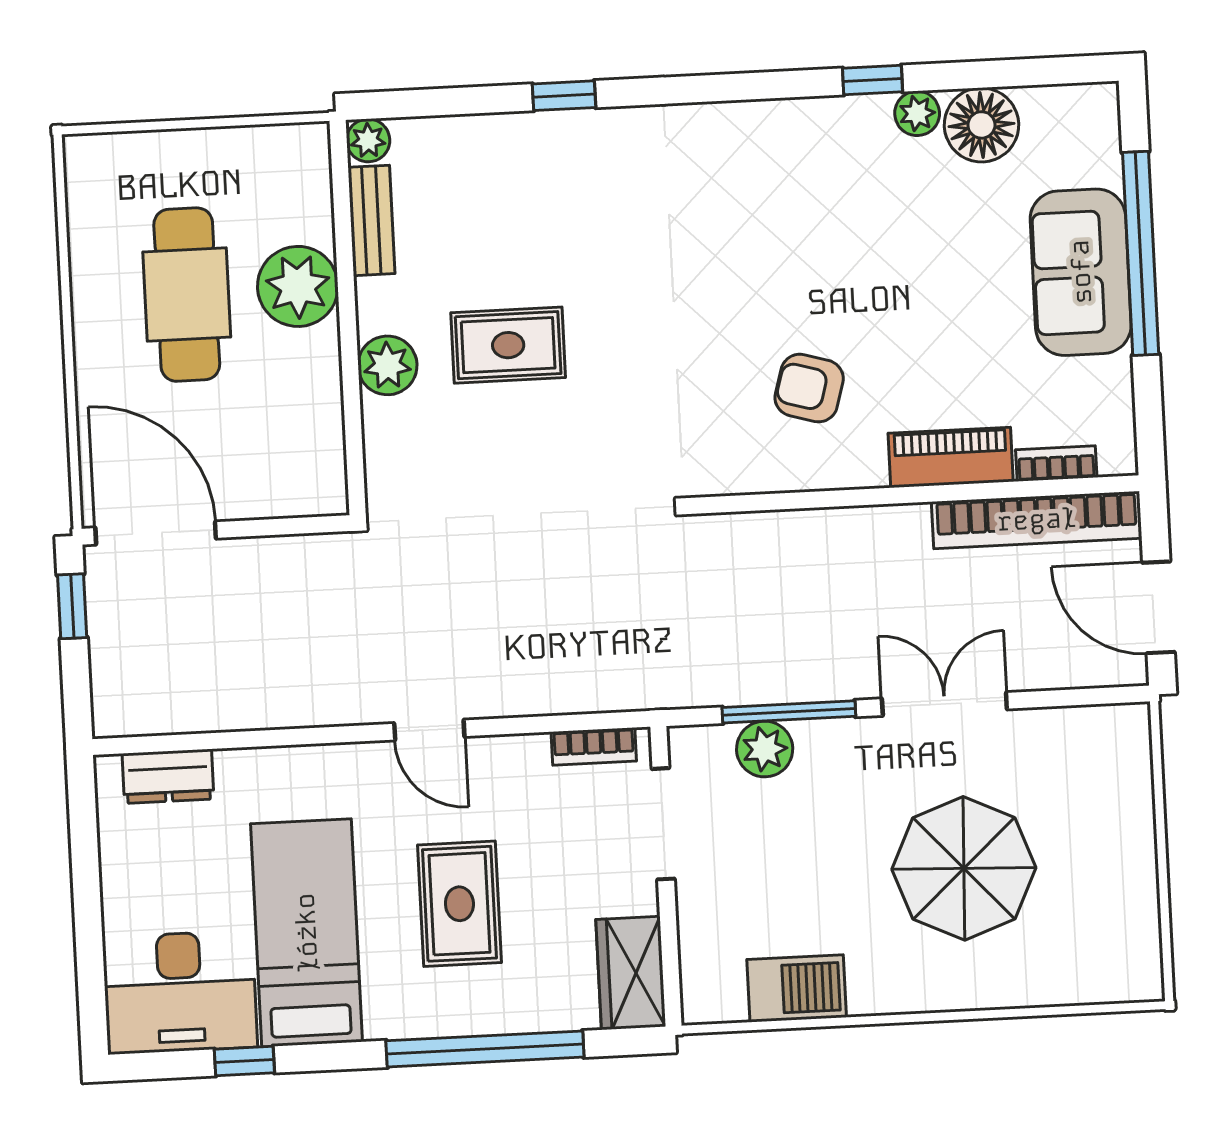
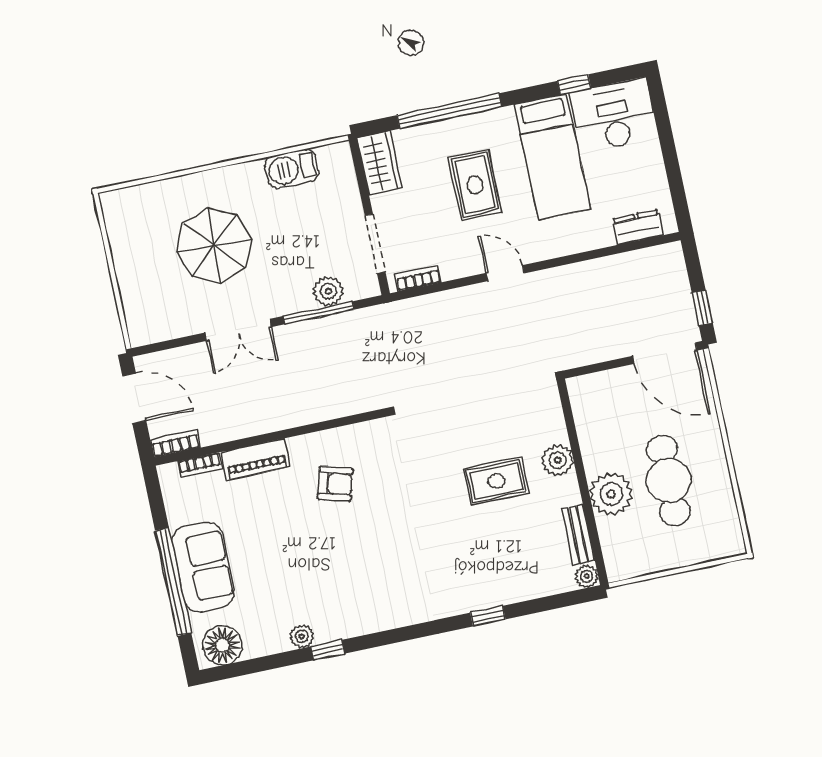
floor lamp: (981, 125) -> (222, 645), moved
bookcase: (1037, 520) -> (175, 443), width x0.43, depth x0.76

